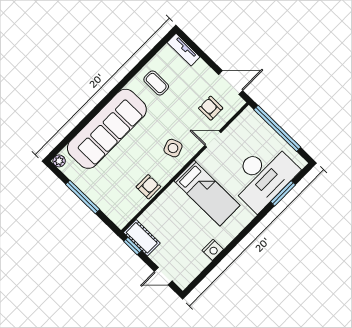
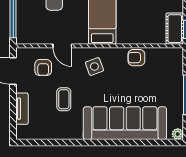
tv unit: (184, 50) -> (22, 109), moved
coffee table: (156, 83) -> (64, 99), moved

